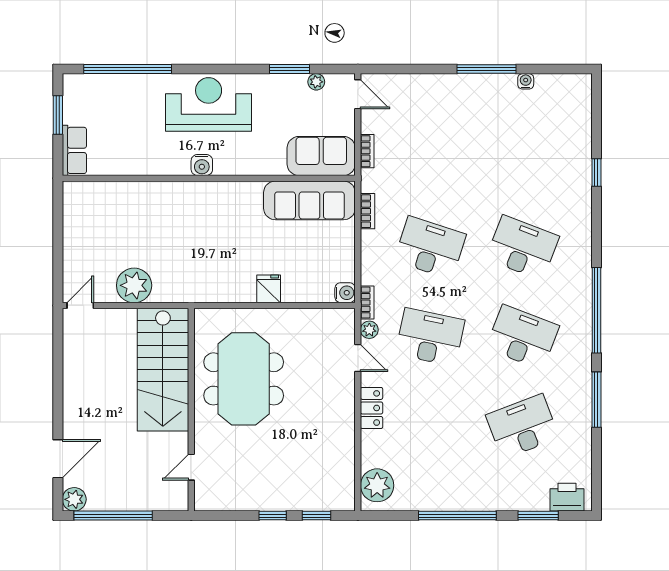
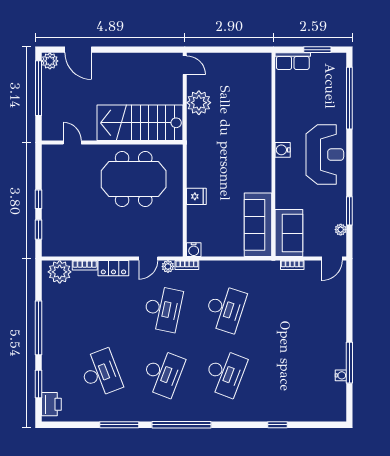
window: (486, 69) -> (349, 363), moved
bookcase: (368, 211) -> (85, 265), moved

